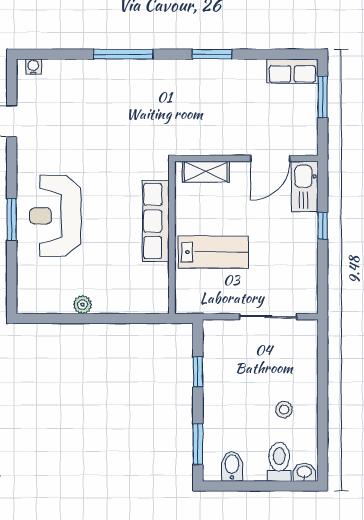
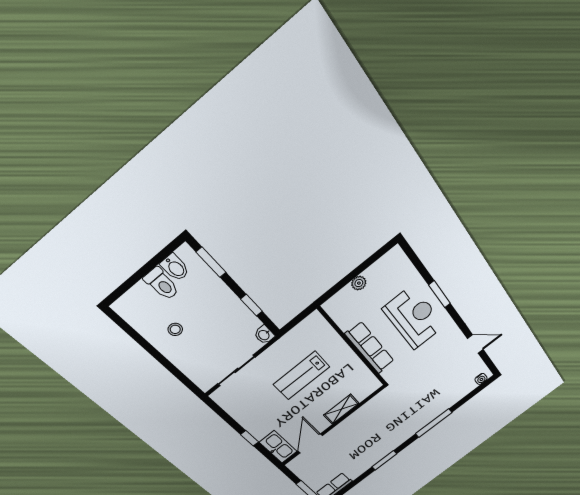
row of seats: (156, 221) -> (370, 348), moved
wall: (172, 238) -> (353, 347), moved
toilet: (279, 462) -> (162, 284), moved
washbasin: (304, 472) -> (264, 335), moved, turned 90

